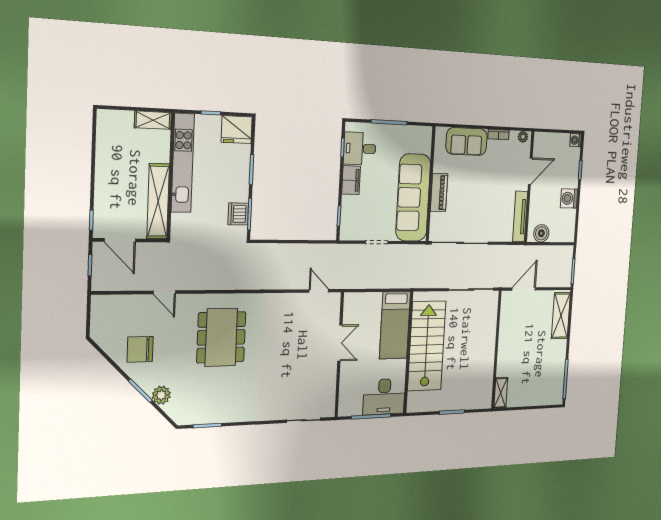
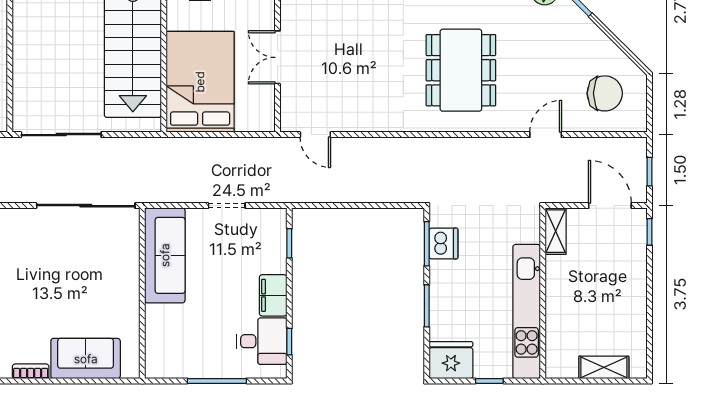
shelving: (153, 120) -> (604, 367), moved
piano: (439, 192) -> (127, 281), removed
sofa: (413, 198) -> (165, 255), width x0.74, depth x0.79
shelving: (158, 201) -> (556, 231), width x0.45, depth x0.75
door: (164, 292) -> (546, 135), hinge flipped
bed: (395, 325) -> (200, 82), width x1.50
chair: (140, 349) -> (605, 93), moved

